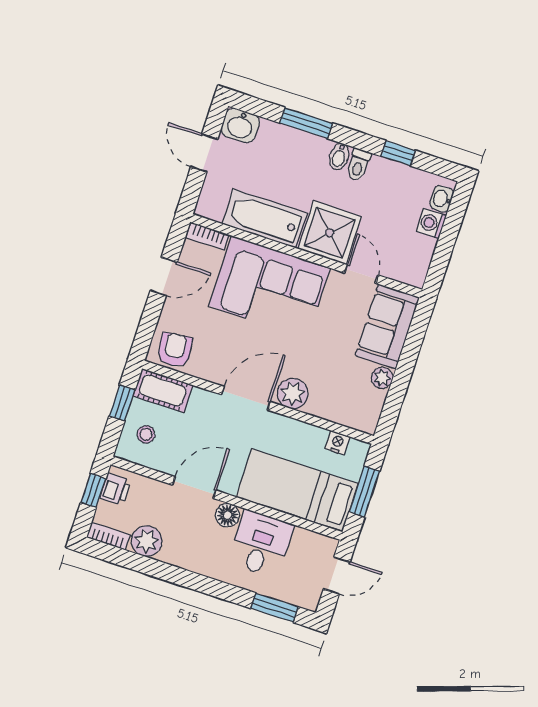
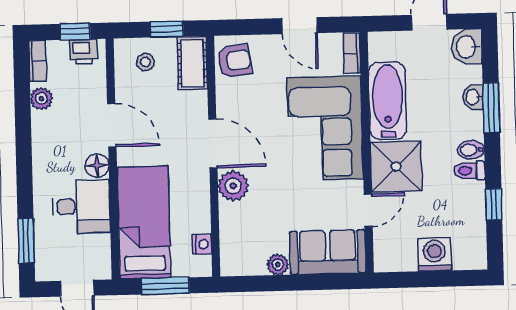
washbasin: (442, 199) -> (473, 97), moved, turned -90
washing machine: (431, 223) -> (435, 254), width x1.38, depth x1.38
plant: (147, 541) -> (41, 99), width x0.73, depth x0.73

